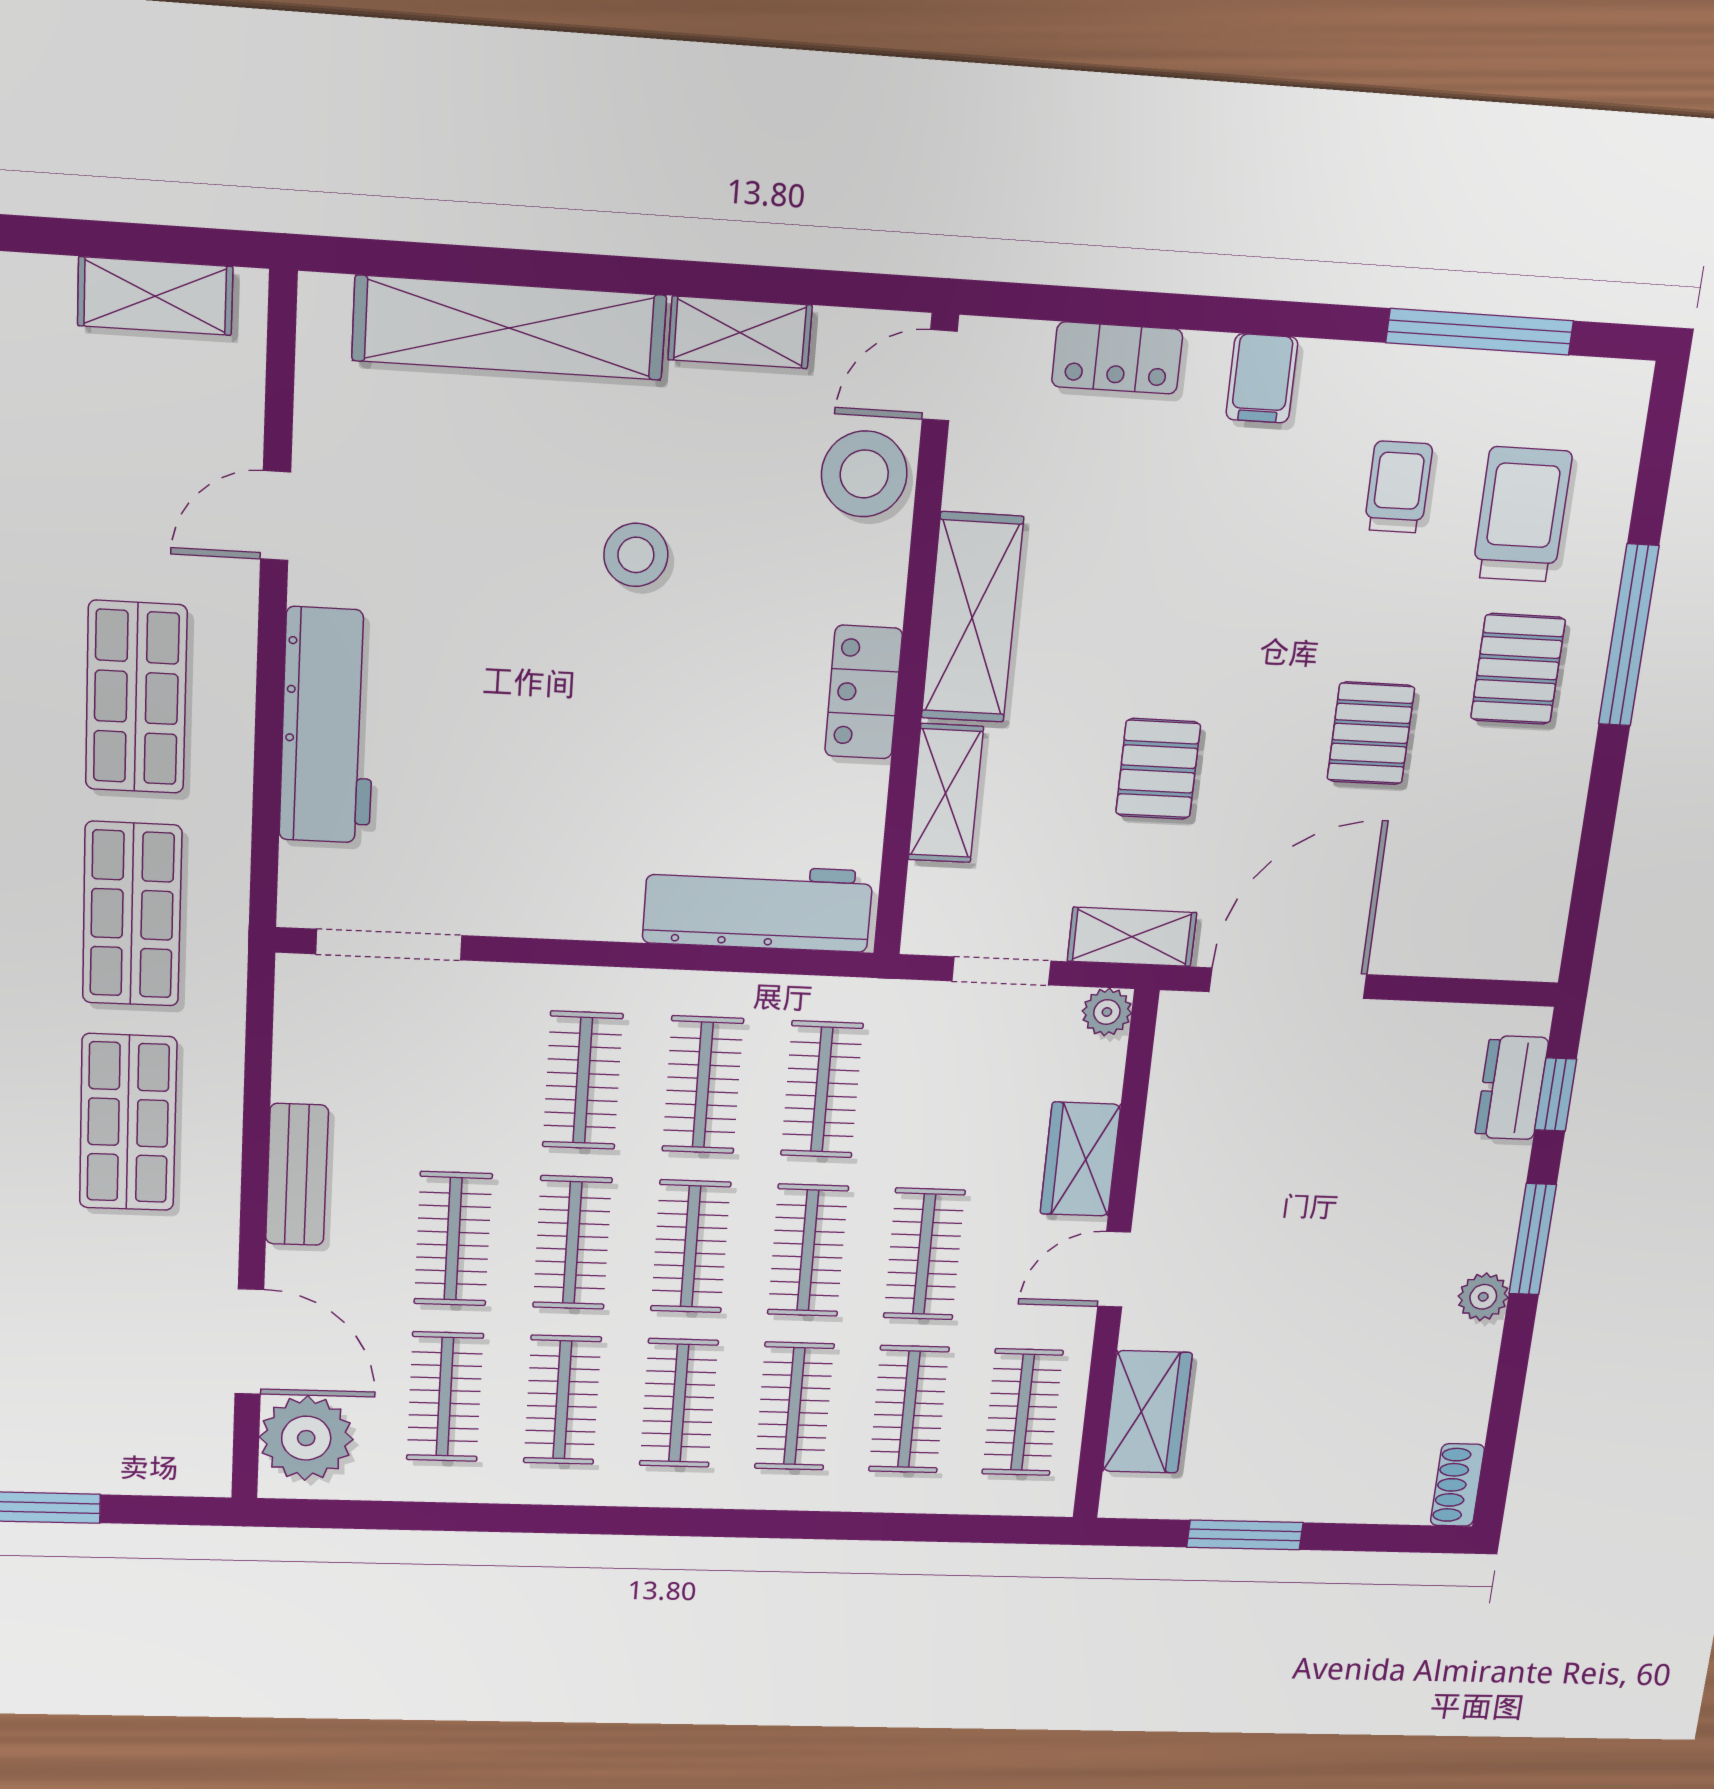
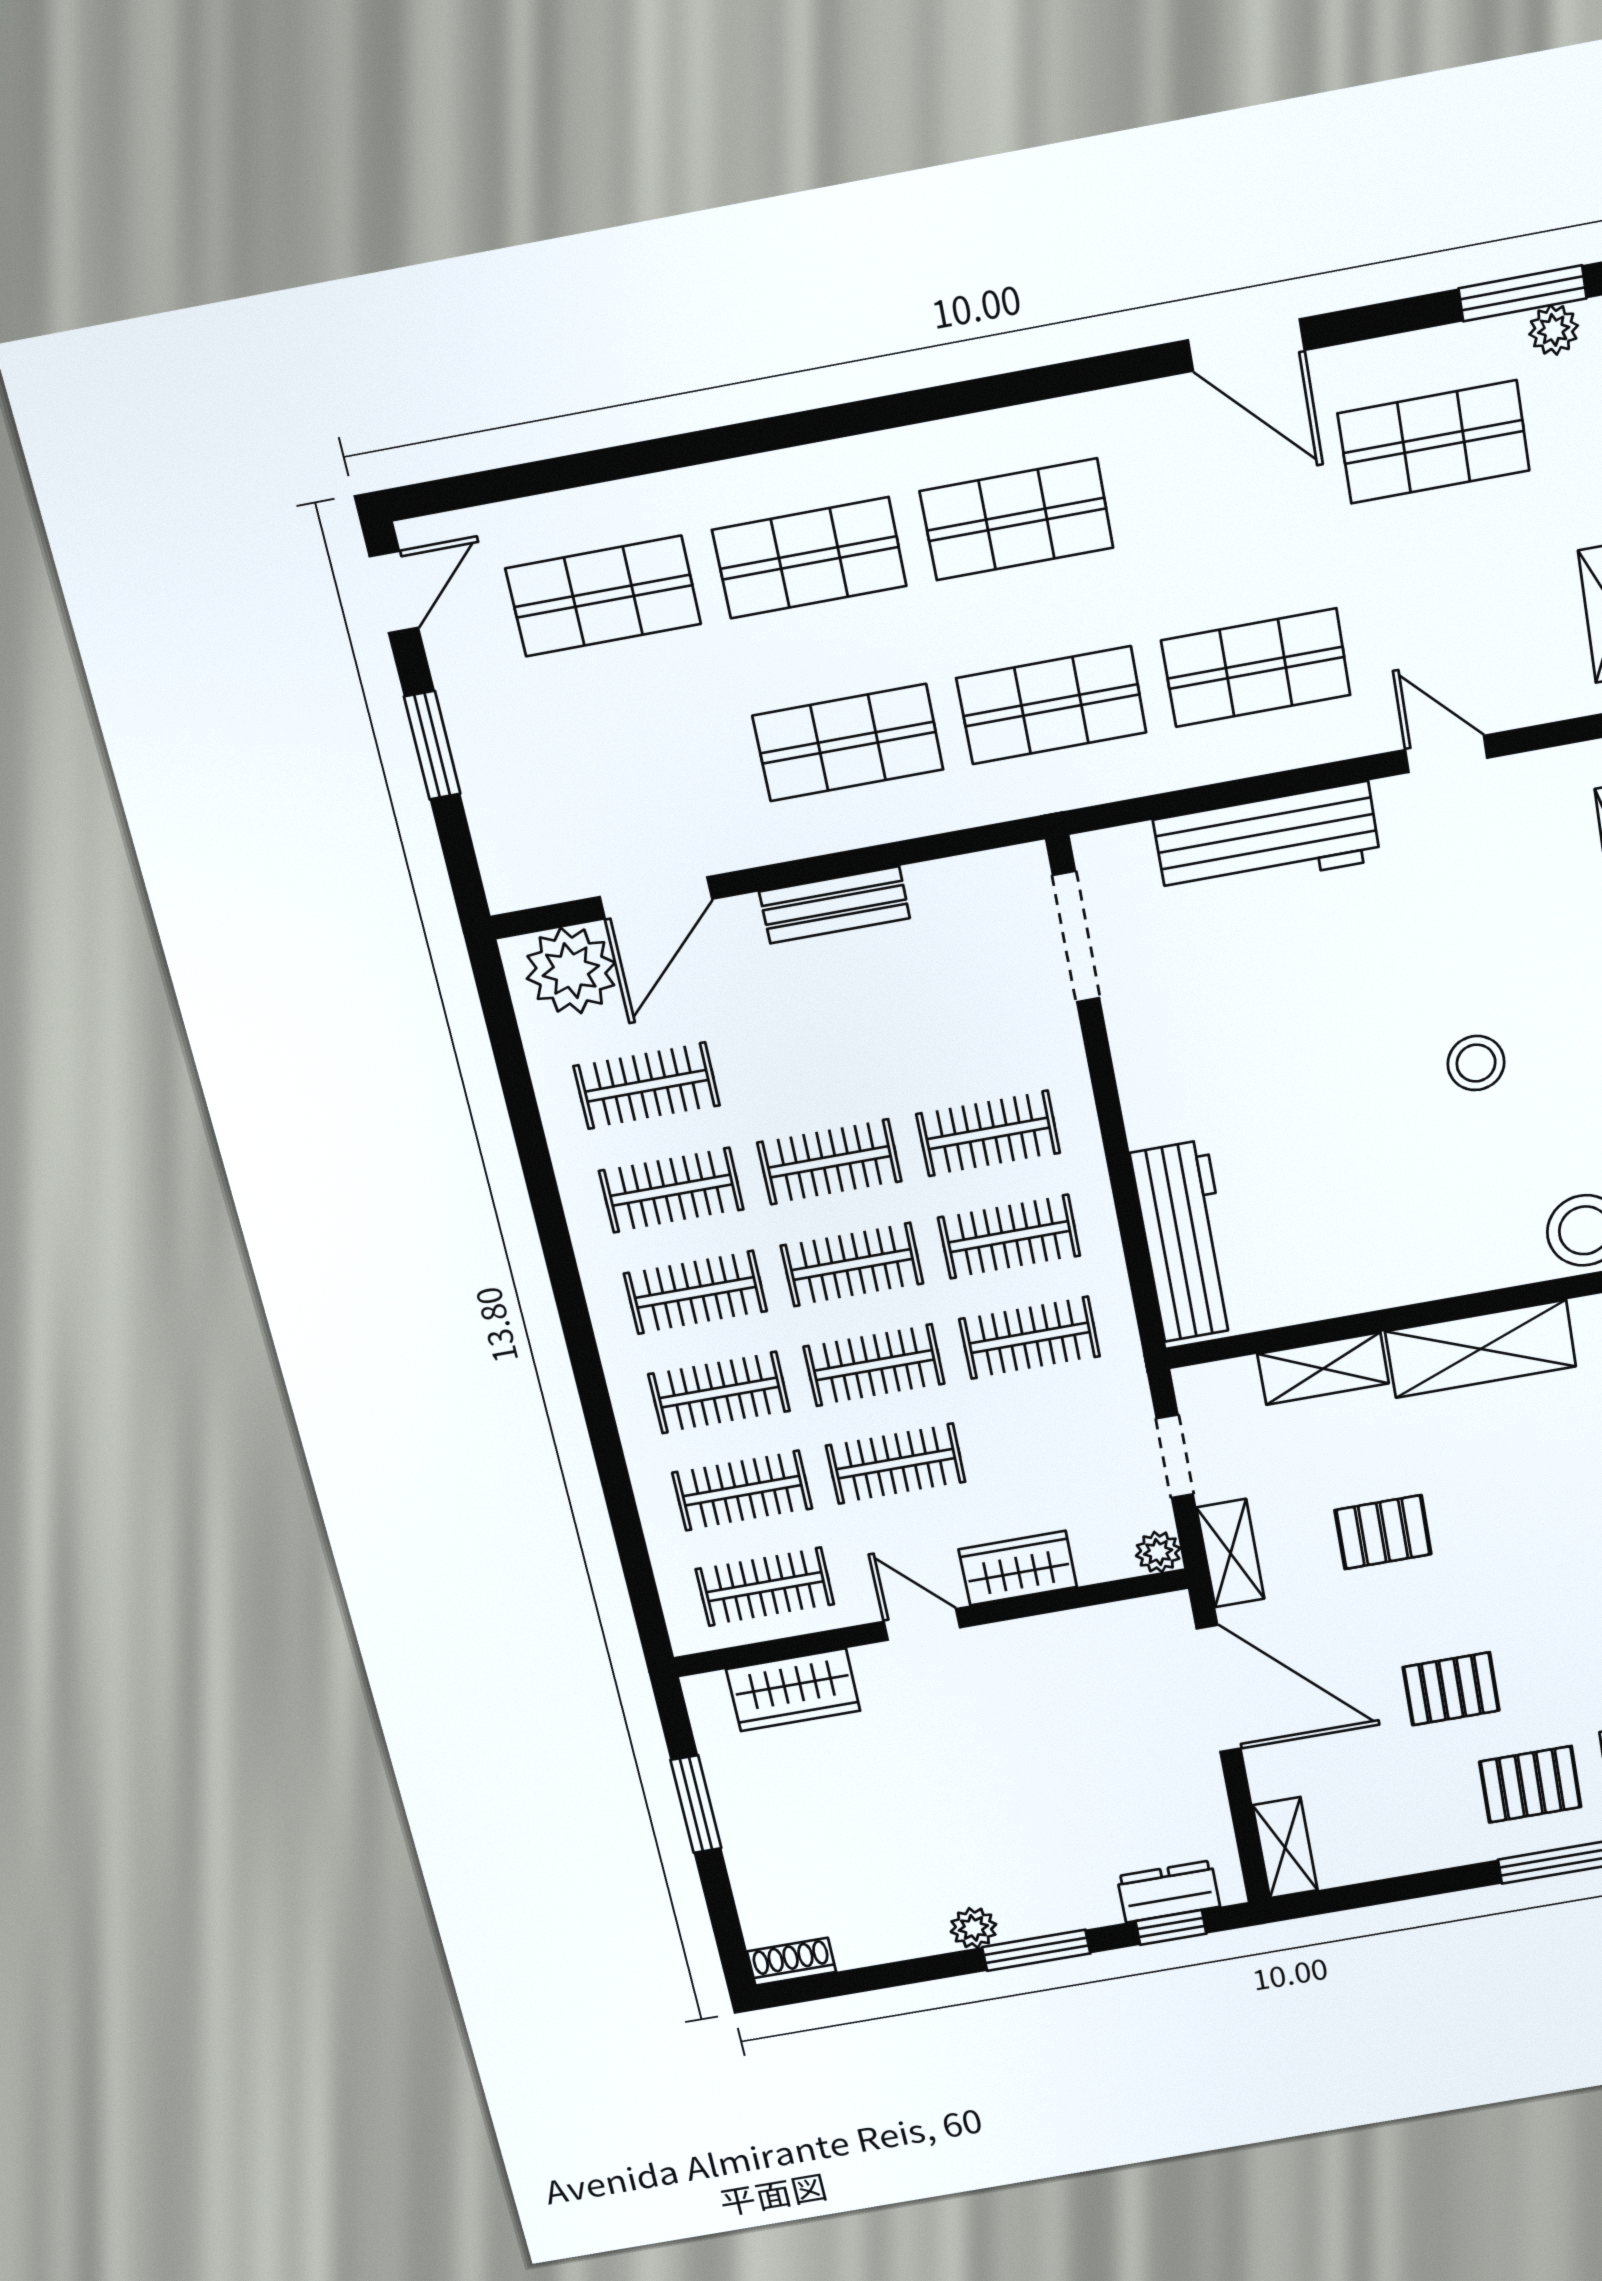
locker: (864, 692) -> (1397, 1279), removed
shelving: (1502, 953) -> (1285, 1848), added
clothes rail: (453, 1239) -> (806, 1057), removed

